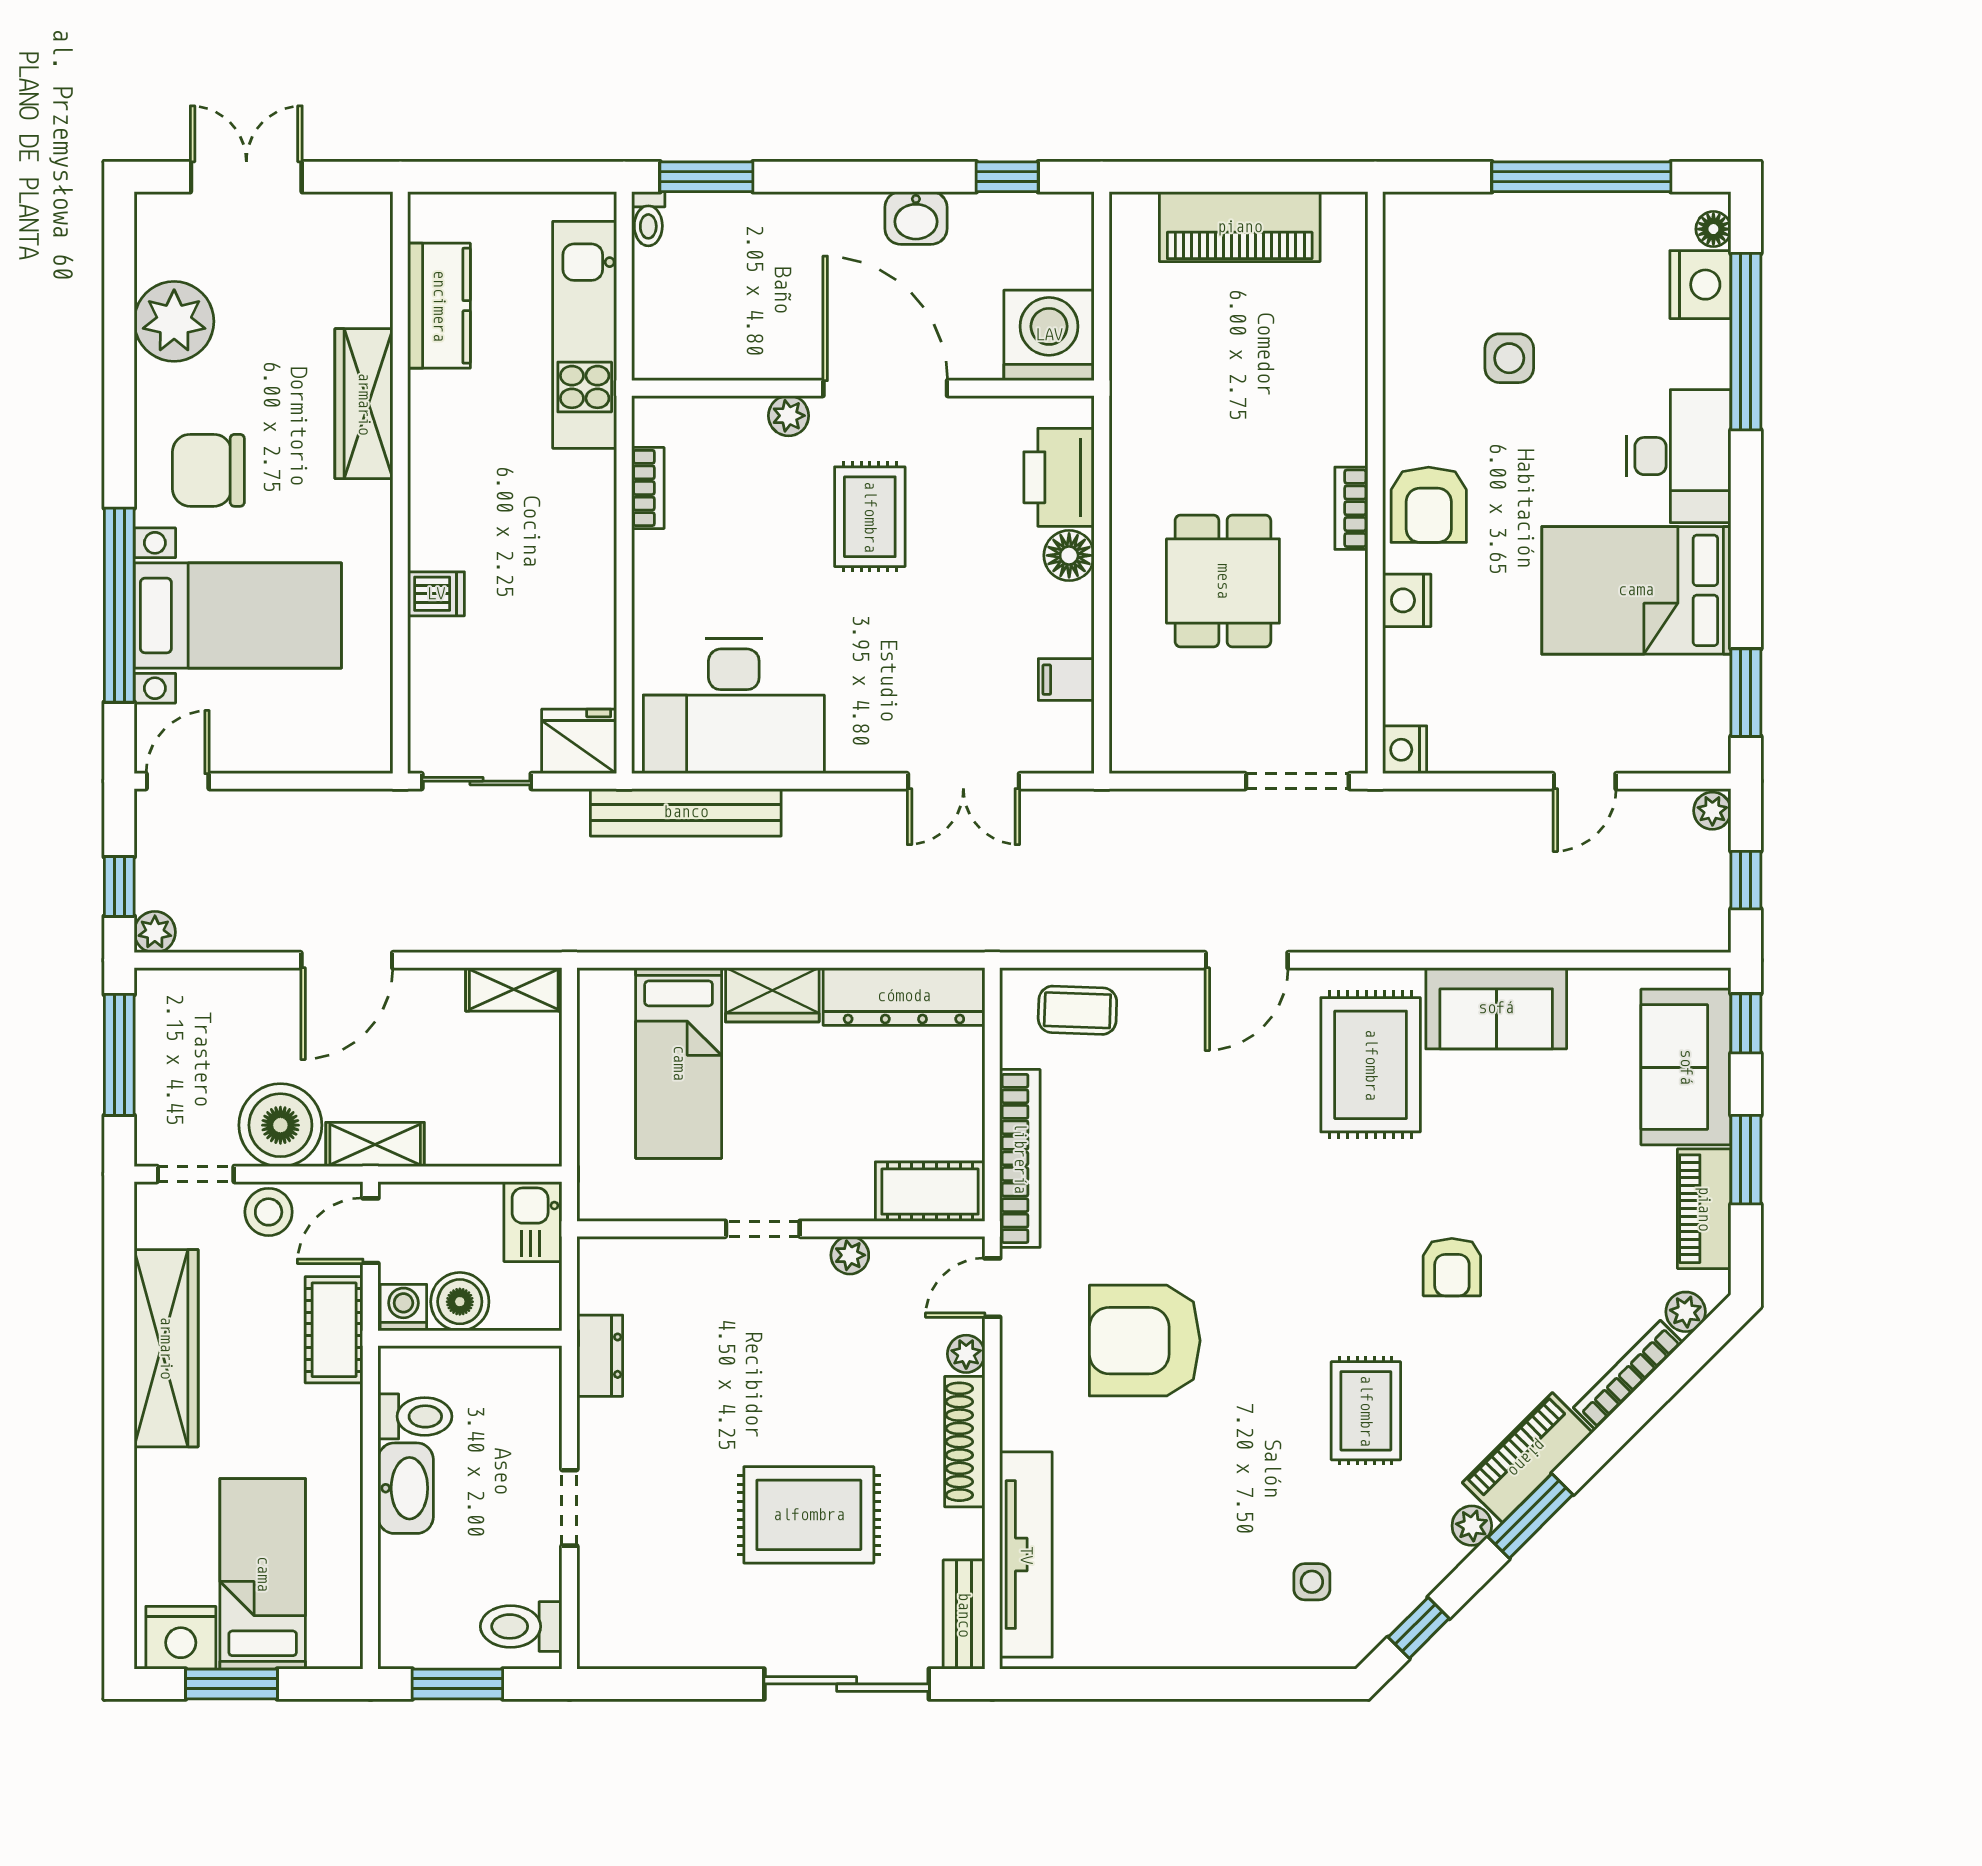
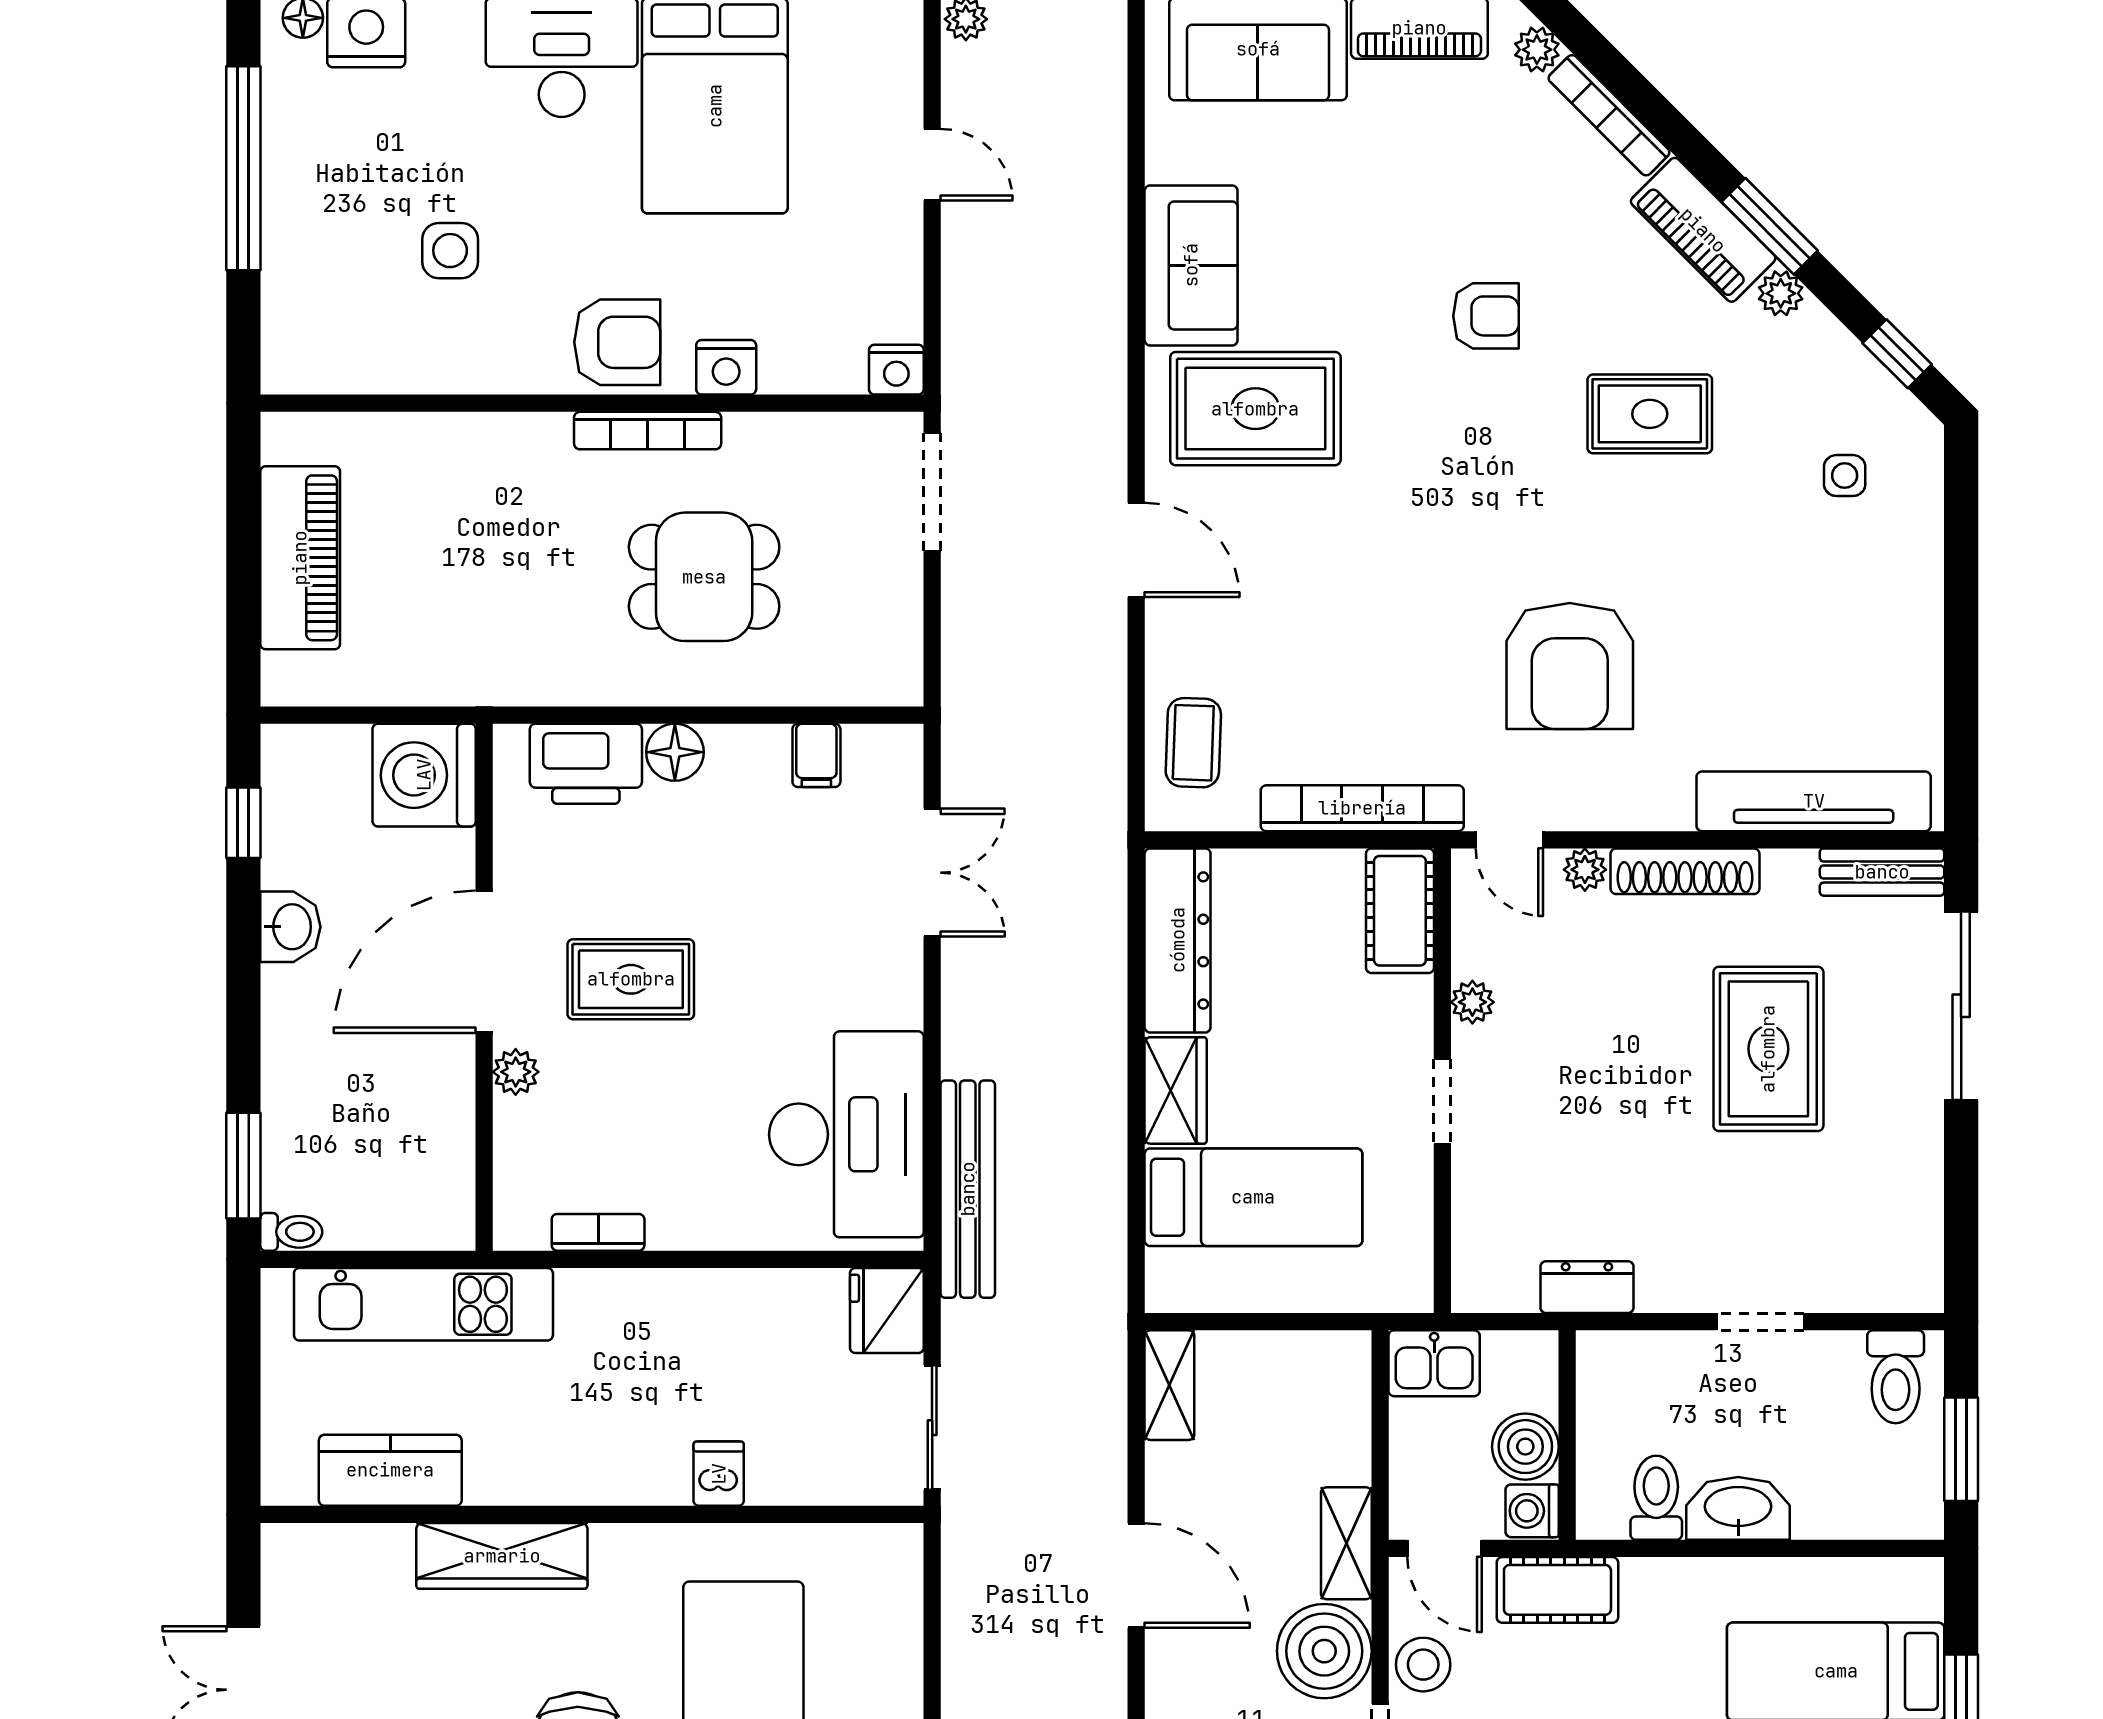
bookcase: (1351, 508) -> (648, 431), width x1.56

